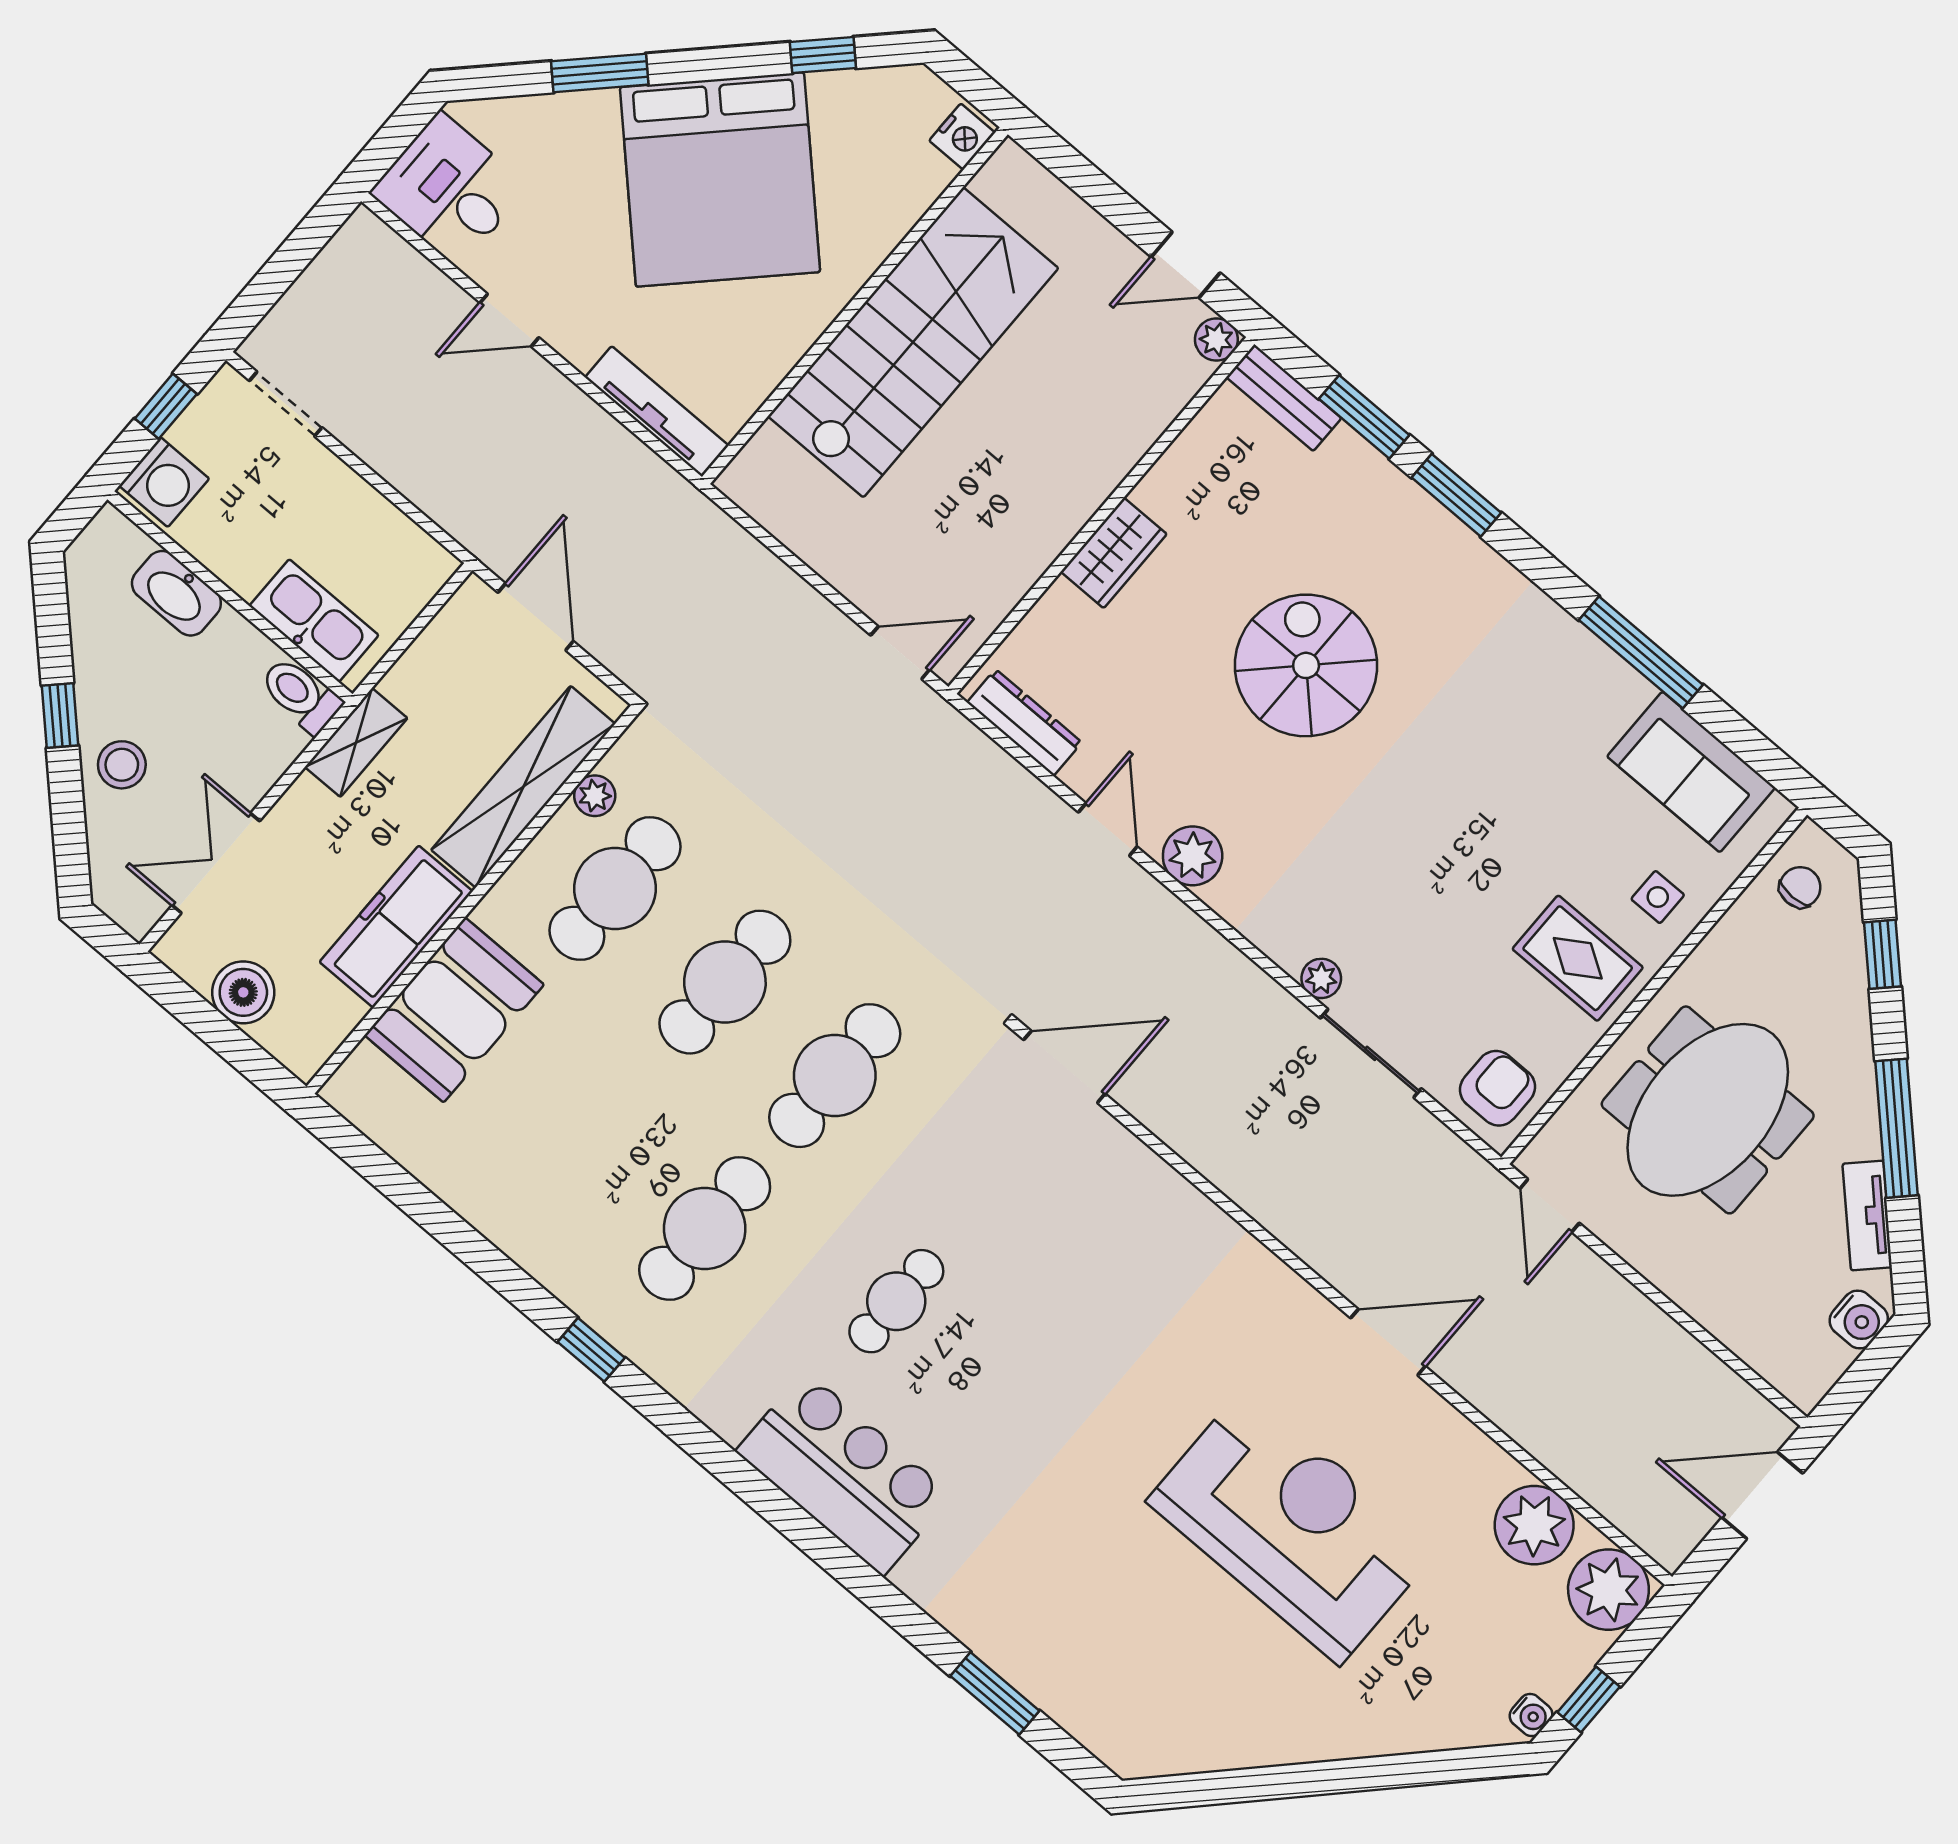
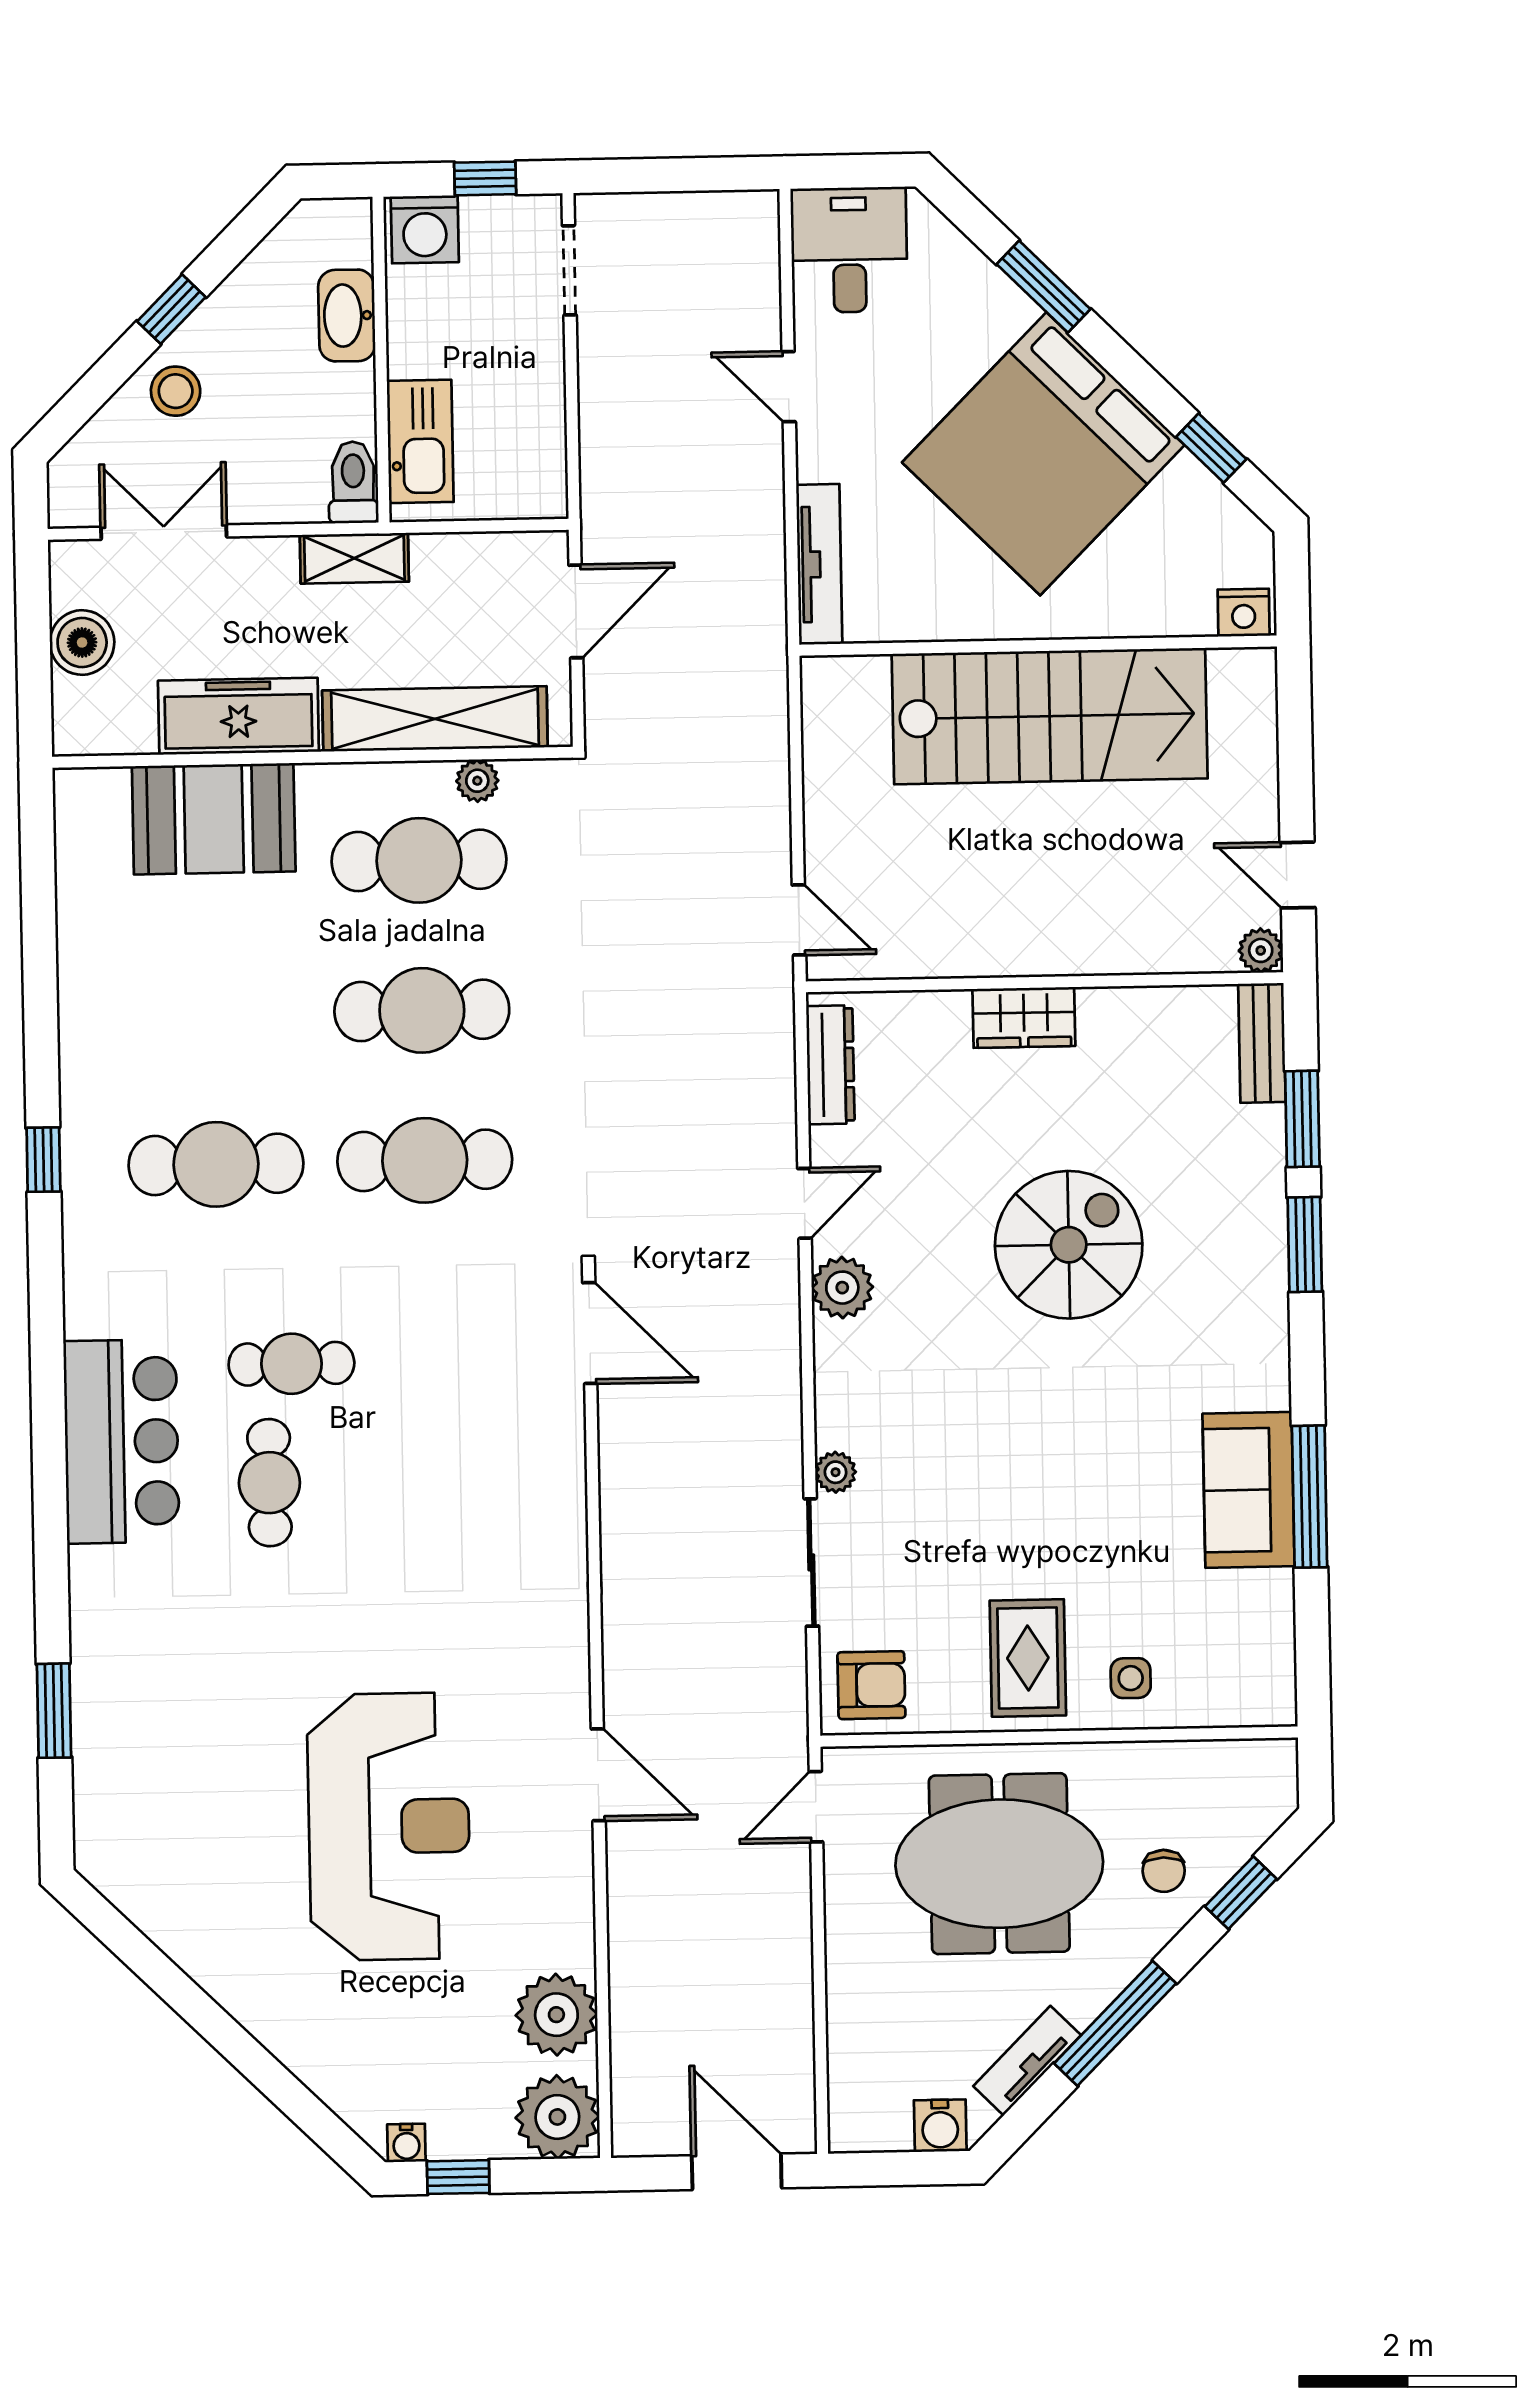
sofa: (1691, 772) -> (1249, 1490), moved
chair: (1800, 887) -> (1164, 1871), moved, turned 90
cafe table: (968, 1393) -> (269, 1483), added

